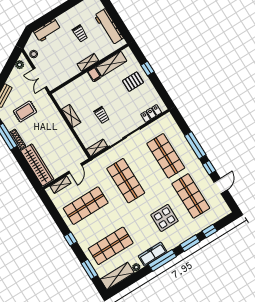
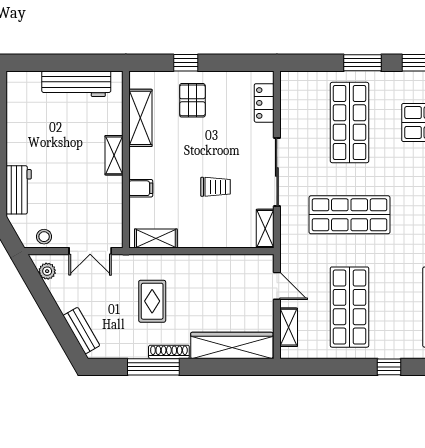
trolley: (80, 33) -> (58, 138), removed
filing cabinet: (94, 75) -> (141, 188), moved
rug: (25, 112) -> (152, 301), moved
shelving: (71, 116) -> (156, 238), moved
window: (195, 145) -> (362, 63), width x0.69
shop shelf: (166, 156) -> (350, 122), turned 90

